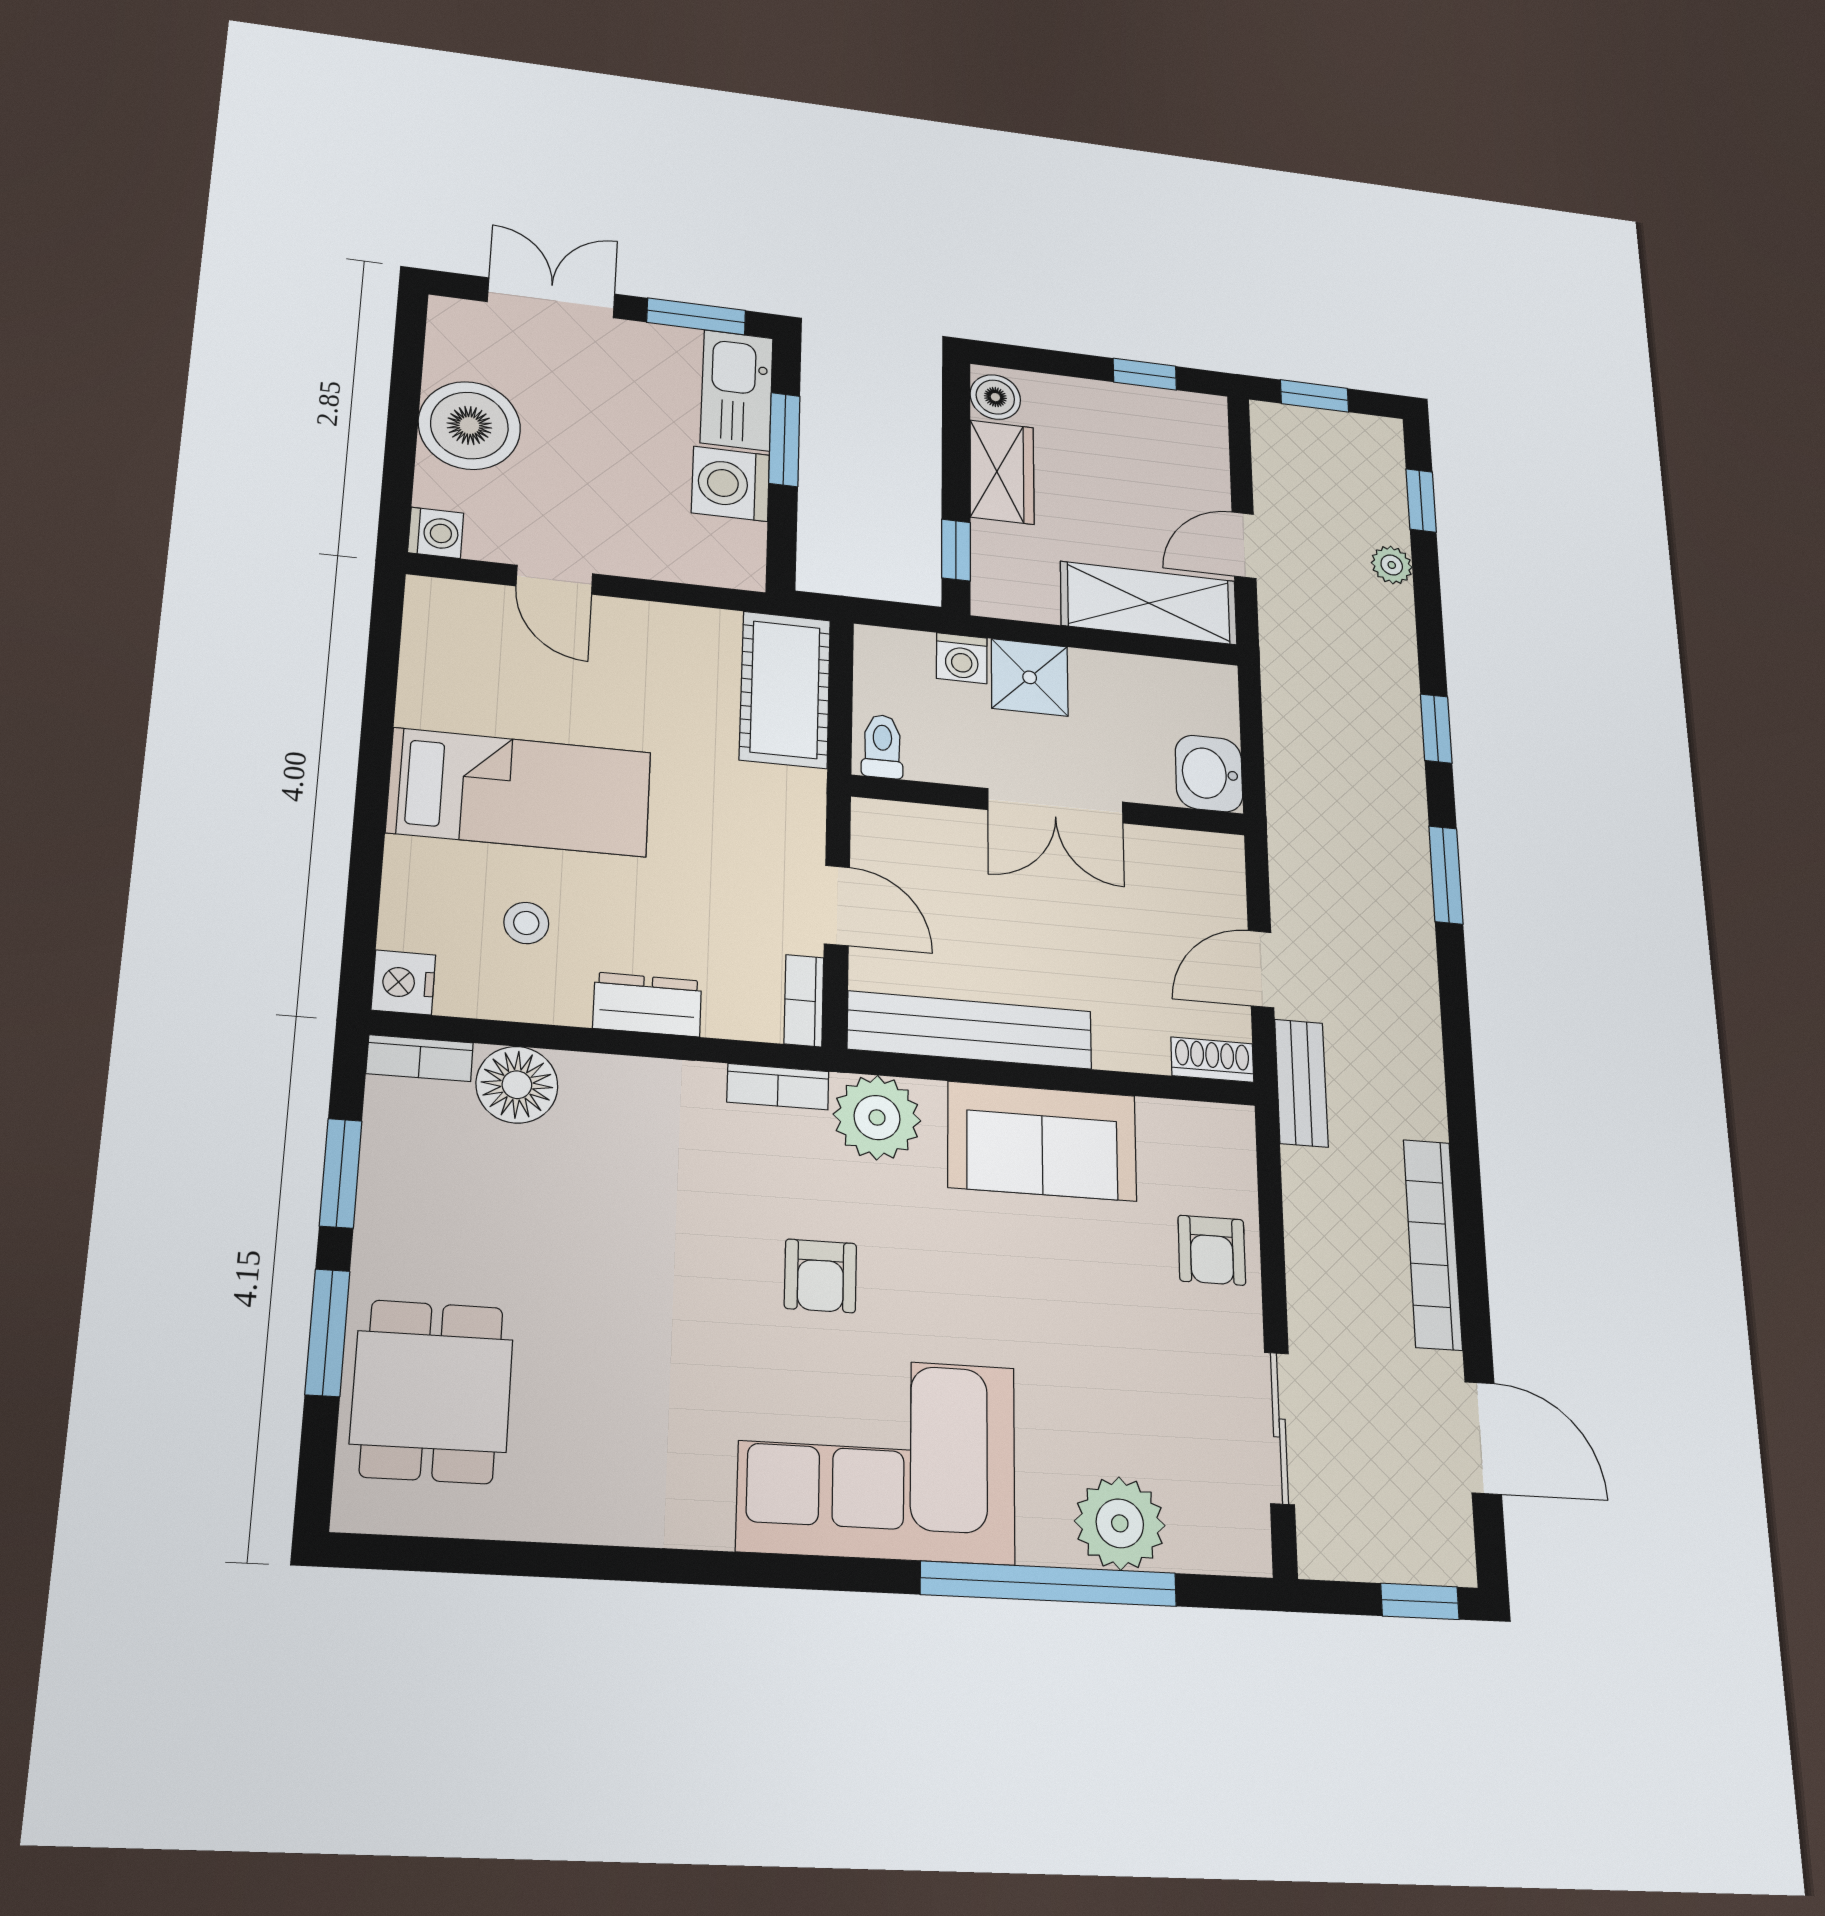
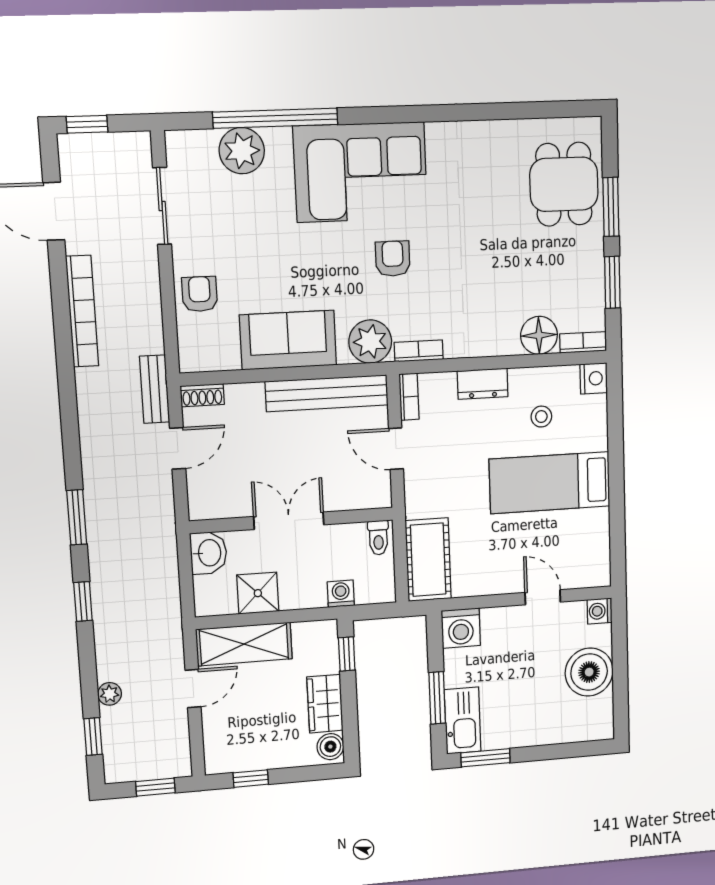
double door: (551, 298) -> (556, 751), removed
washing machine: (731, 484) -> (461, 628), moved, turned 90
shower: (1030, 677) -> (258, 593), moved

